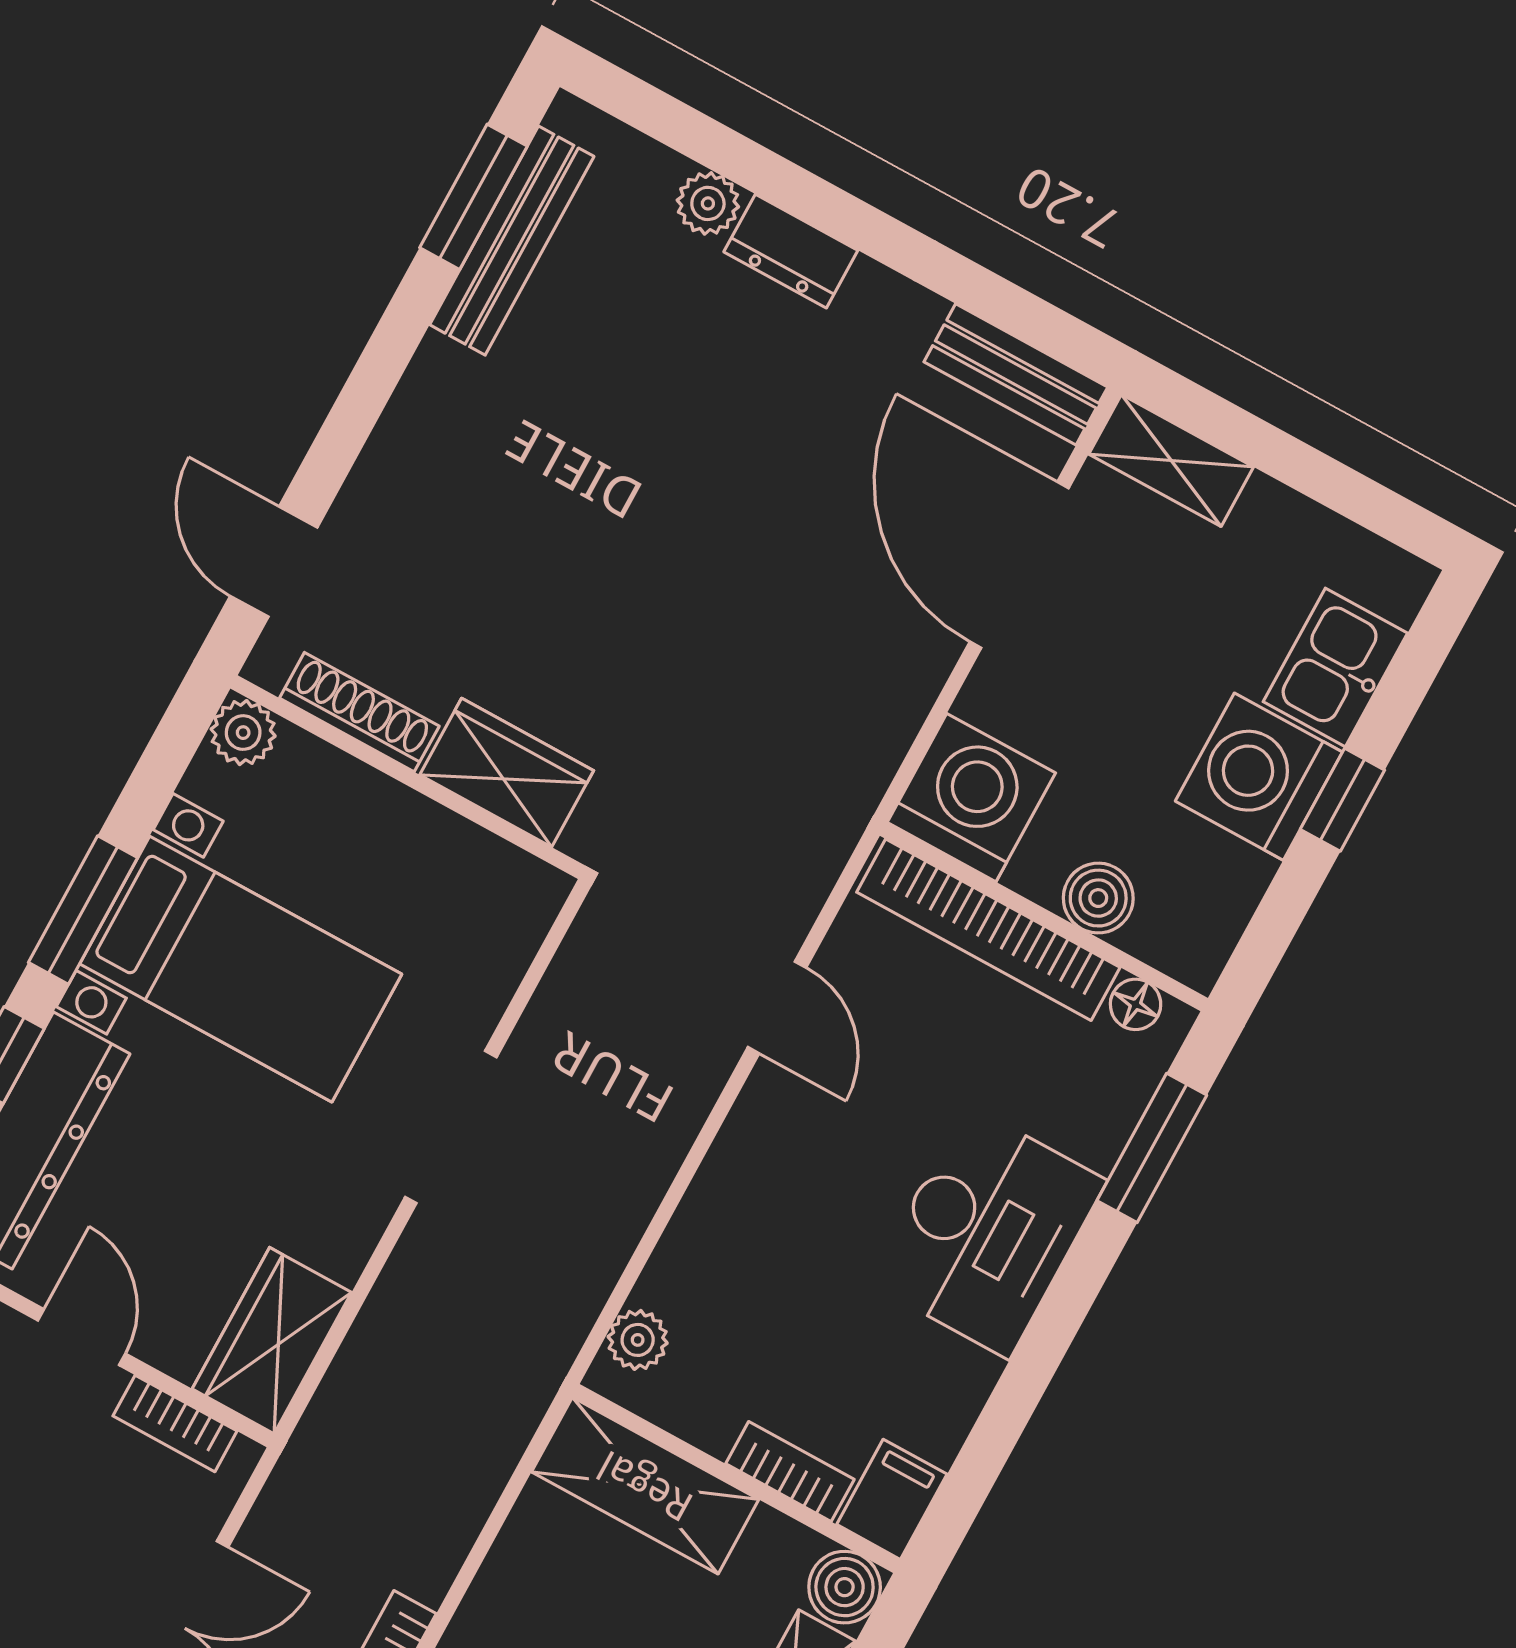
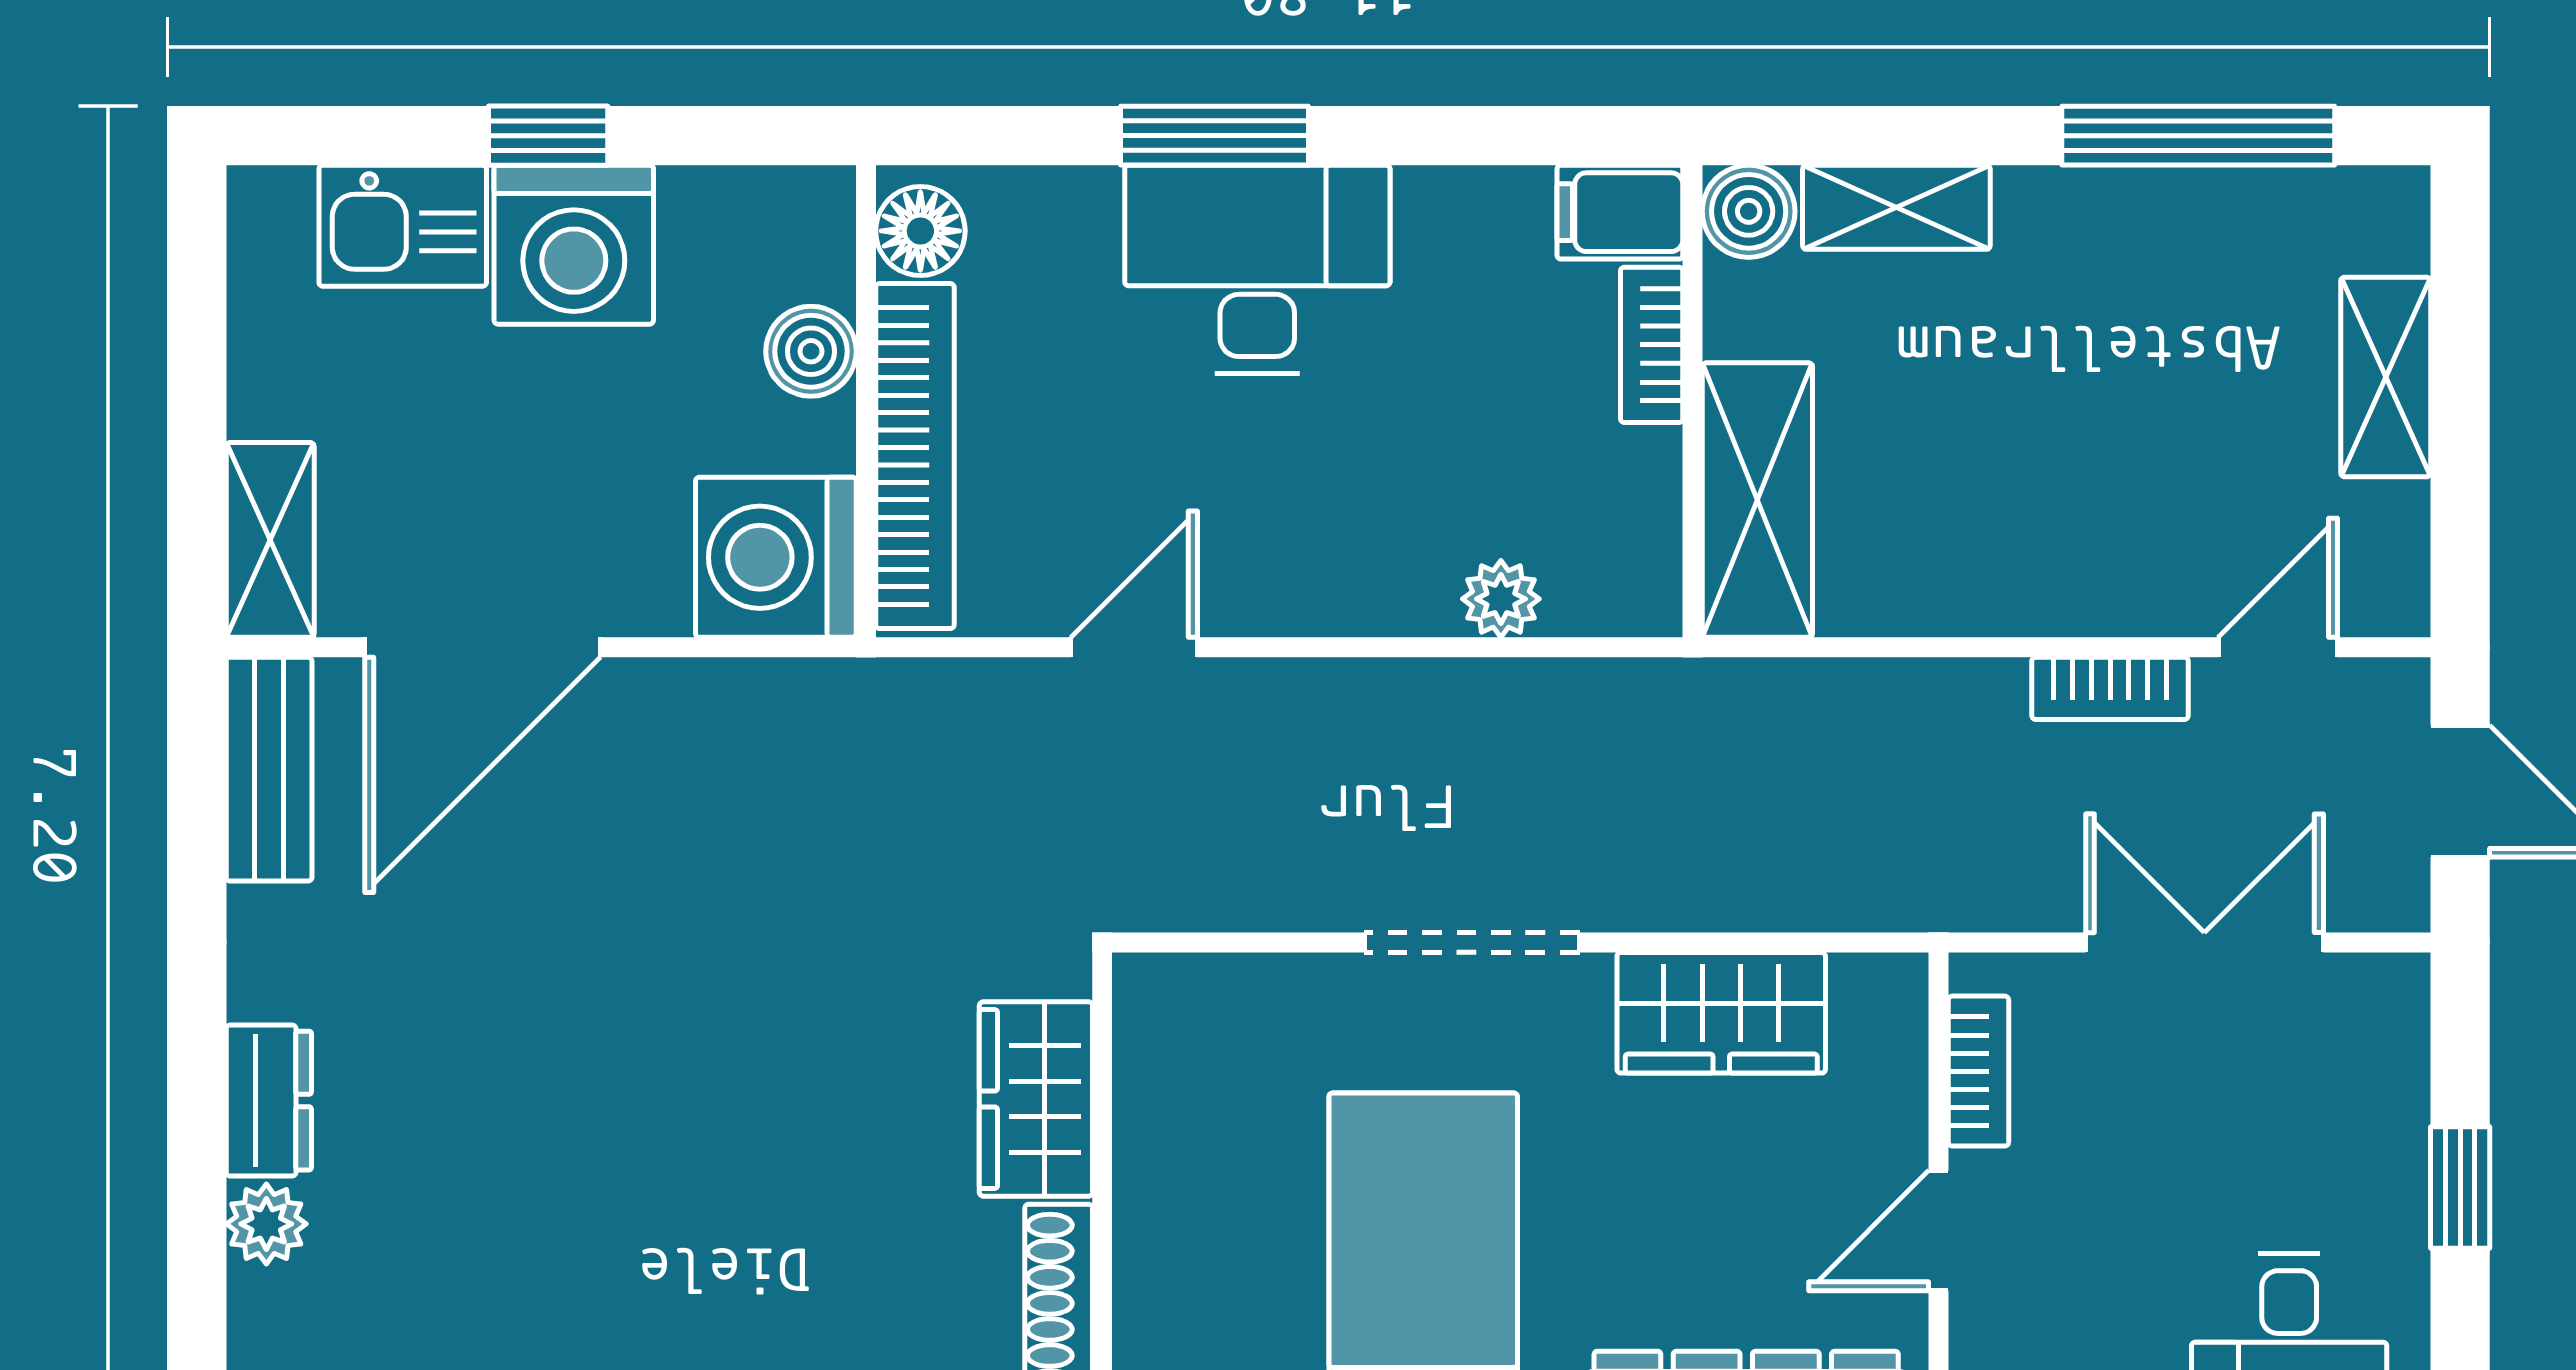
floor lamp: (1136, 1004) -> (920, 231), width x1.37, depth x1.37
window: (1152, 1148) -> (1214, 136), moved
plant: (638, 1340) -> (1501, 599), moved
wardrobe: (272, 1341) -> (1721, 1013), moved

